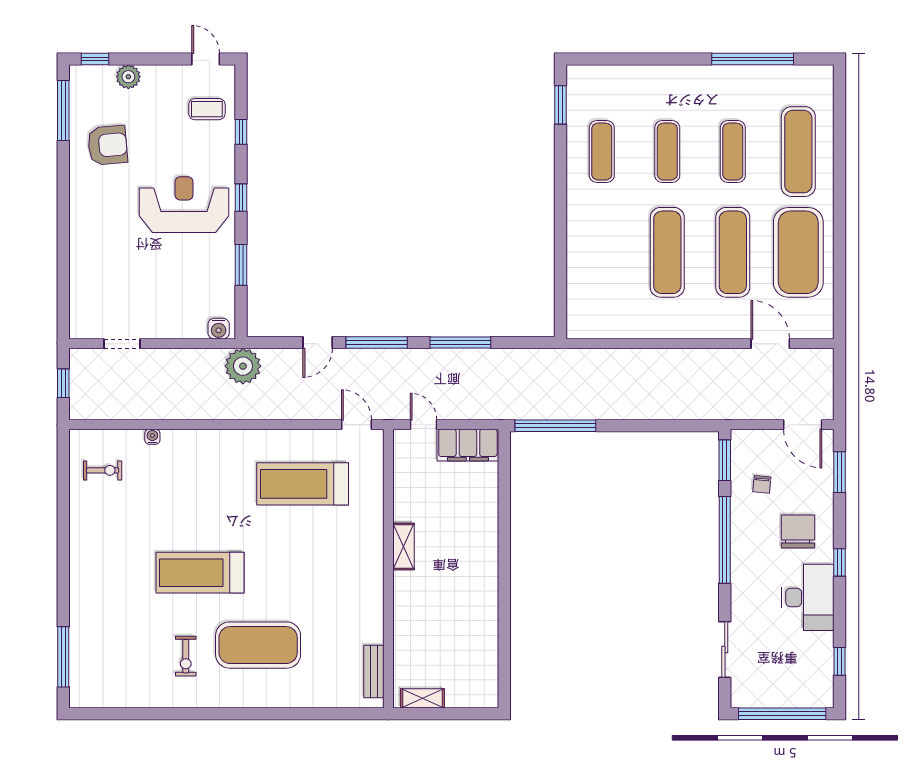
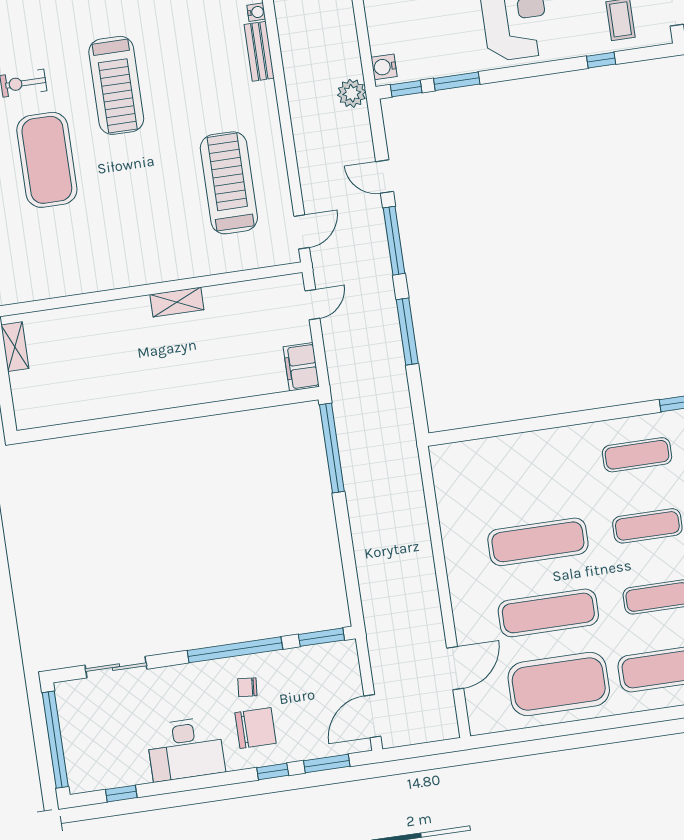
window: (241, 198) -> (406, 89), moved
plant: (243, 366) -> (352, 93), width x0.73, depth x0.73
filing cabinet: (468, 445) -> (301, 367), width x0.67, depth x0.86
chair: (762, 484) -> (247, 687), moved
window: (839, 562) -> (273, 771), moved
treadmill: (200, 573) -> (116, 85), turned 180
bench: (374, 672) -> (259, 51), moved, turned 90

